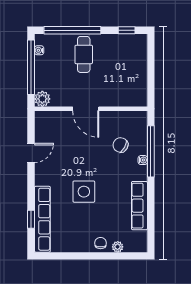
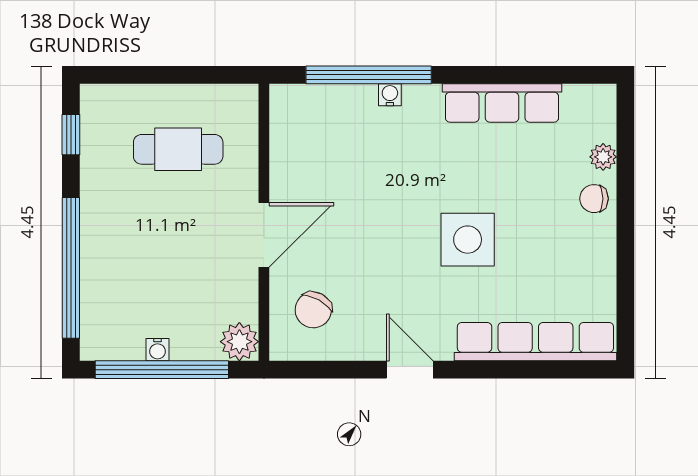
water cooler: (39, 50) -> (158, 350), moved
cafe table: (84, 54) -> (178, 149), moved
chair: (121, 145) -> (313, 310), moved
door: (31, 153) -> (410, 370), moved
window: (31, 219) -> (536, 370), removed

